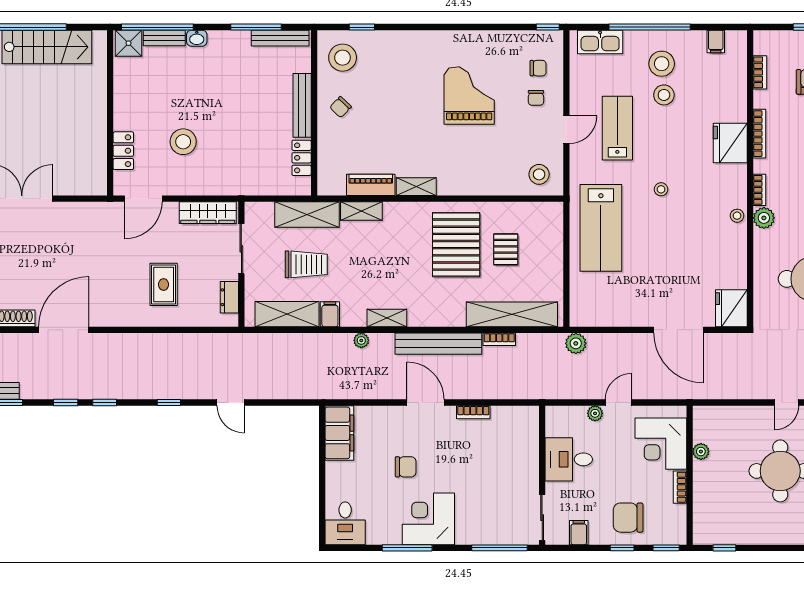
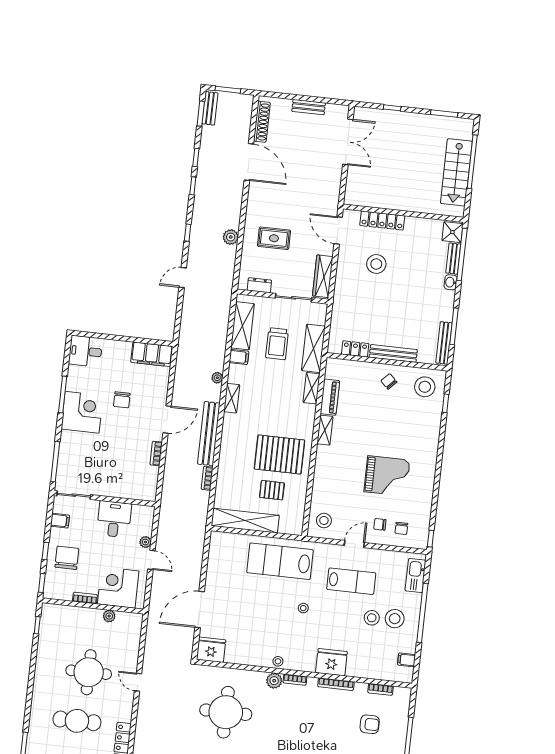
door: (566, 130) -> (354, 544), swing flipped
locker: (123, 151) -> (382, 221), width x1.53
shelving: (512, 314) -> (245, 521), moved, turned 90
plant: (576, 343) -> (231, 237), moved

